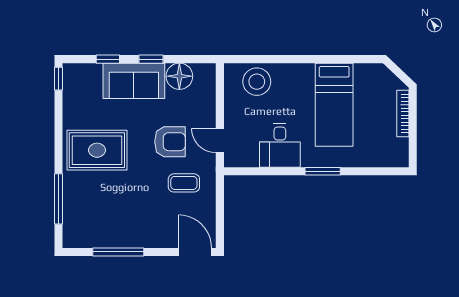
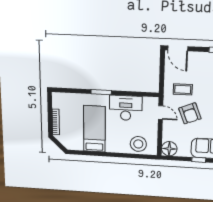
floor lamp: (179, 76) -> (169, 149), moved
armchair: (170, 142) -> (190, 113), turned -112
desk: (280, 145) -> (126, 108), width x1.37

